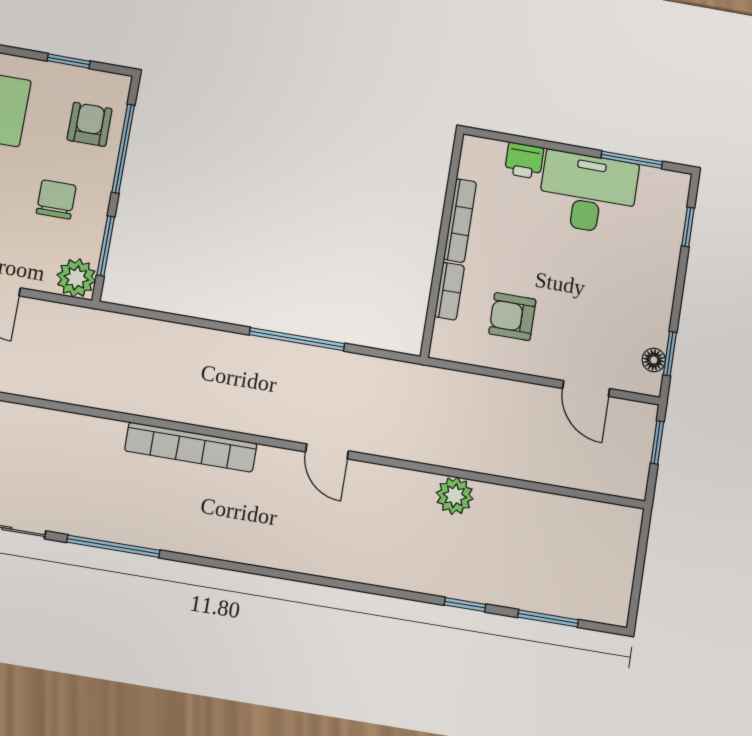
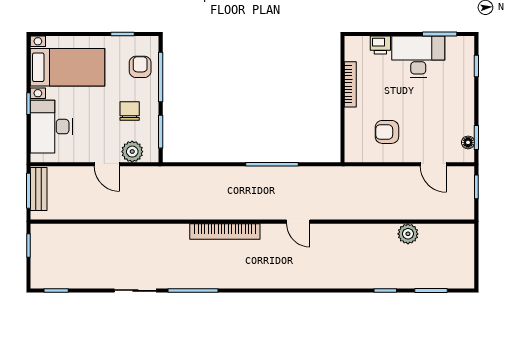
plant: (76, 278) -> (132, 152), moved
bookcase: (449, 291) -> (350, 124), removed
plant: (455, 496) -> (408, 234), moved

